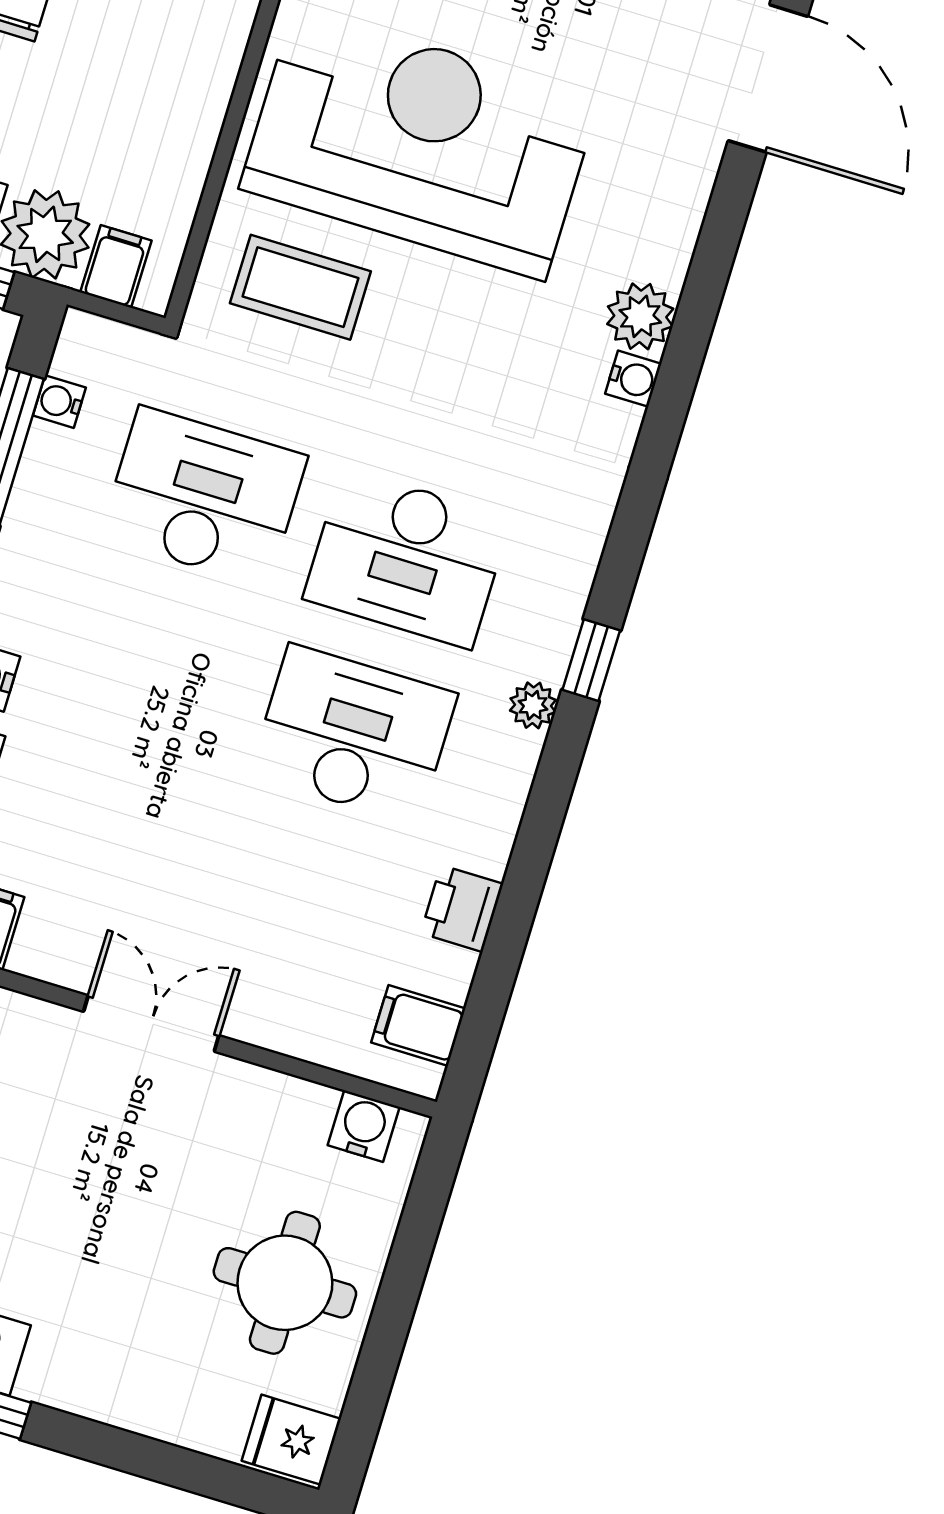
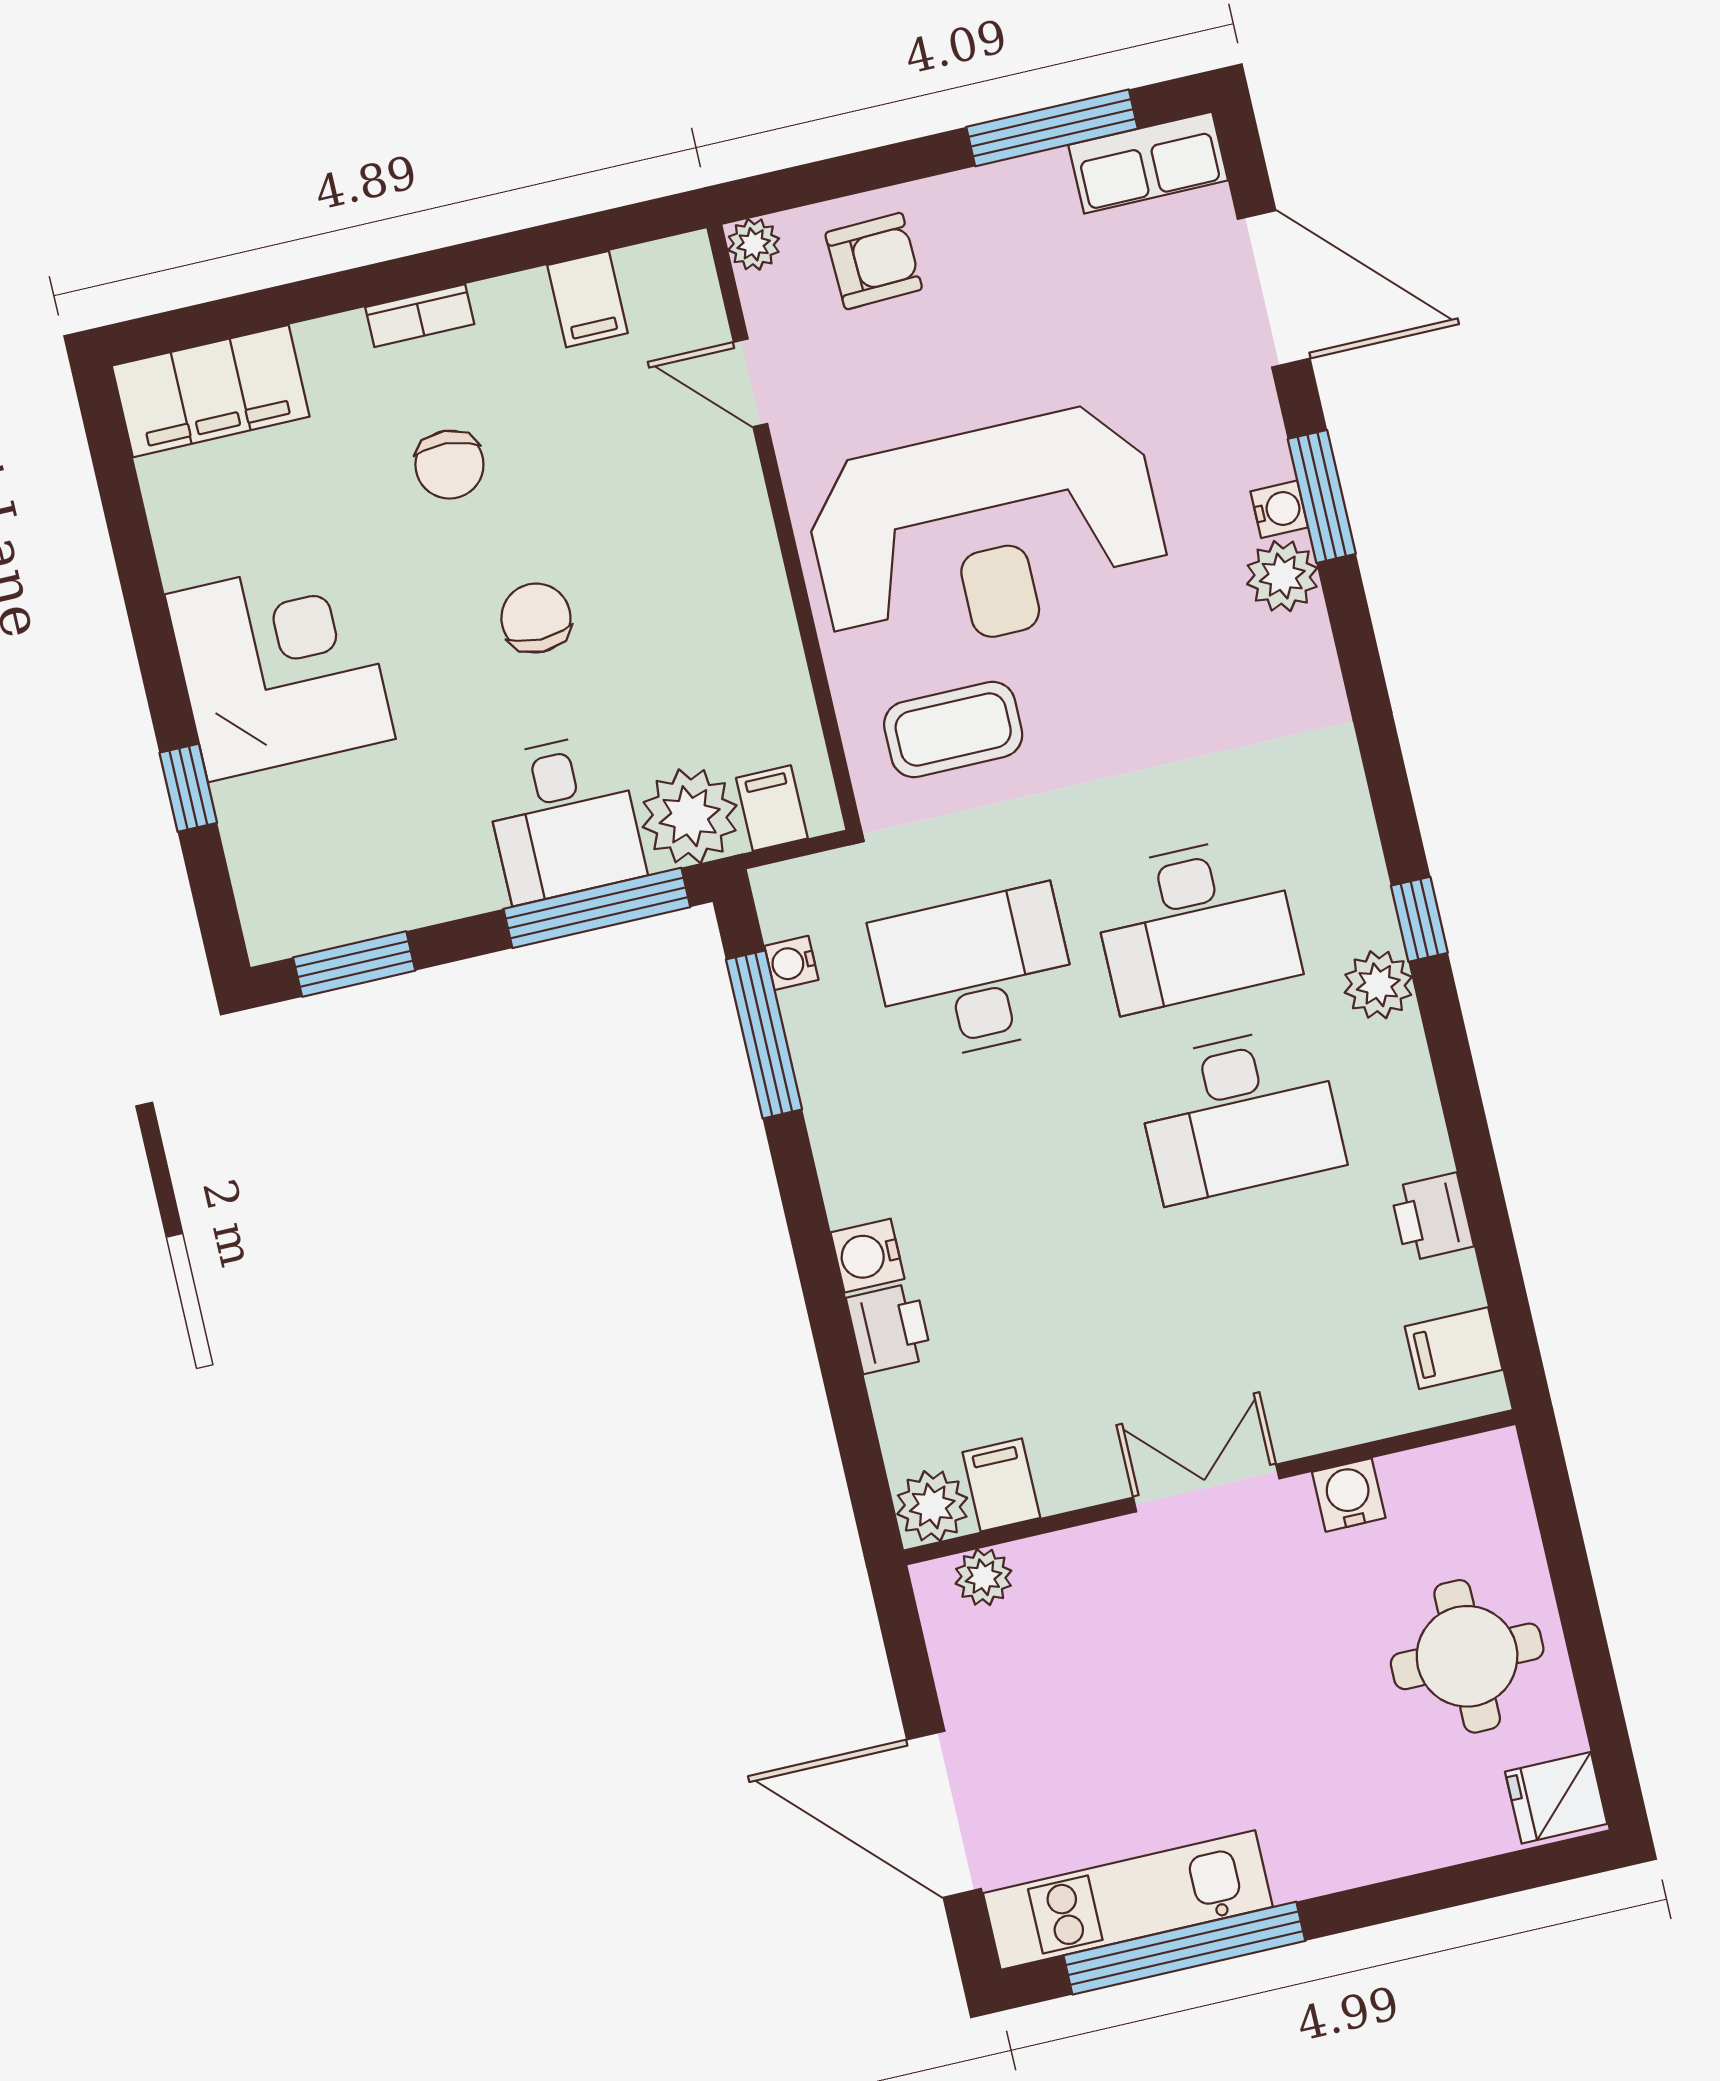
reception desk: (420, 143) -> (987, 533), turned 180
window: (710, 270) -> (1322, 496), added
water cooler: (633, 379) -> (1279, 509), moved
plant: (533, 705) -> (1378, 985), width x1.38, depth x1.38
desk: (354, 734) -> (1239, 1114), turned 180
water cooler: (364, 1126) -> (1349, 1495), moved

